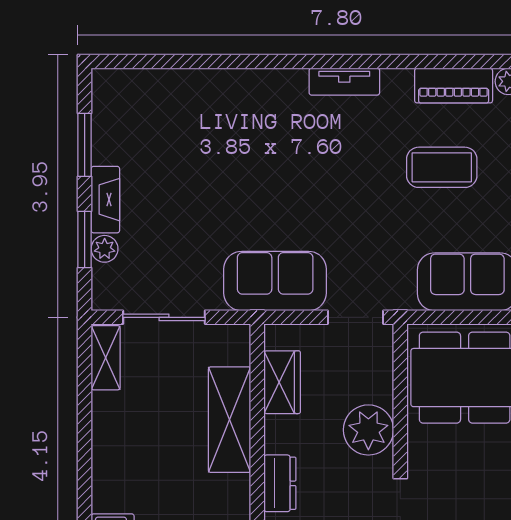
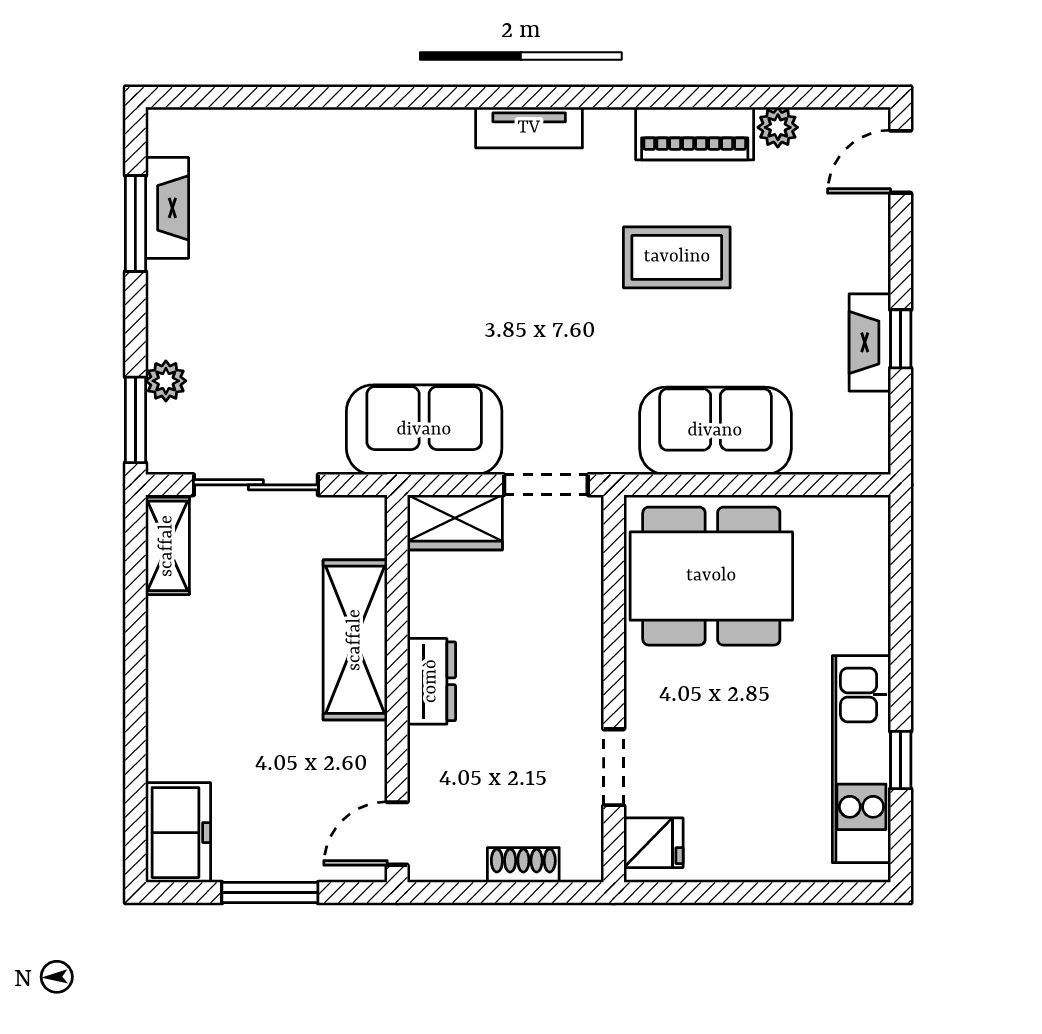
fireplace: (105, 200) -> (167, 208), moved
window: (85, 239) -> (135, 420), moved
wardrobe: (282, 382) -> (455, 522), moved, turned 90
plant: (368, 430) -> (566, 655), removed
dresser: (280, 483) -> (431, 681), moved

